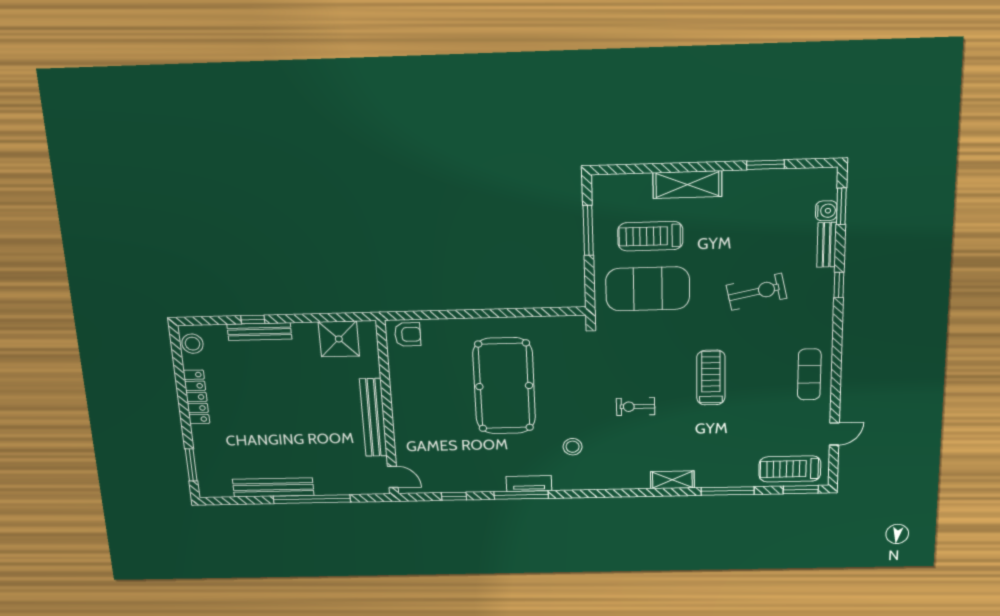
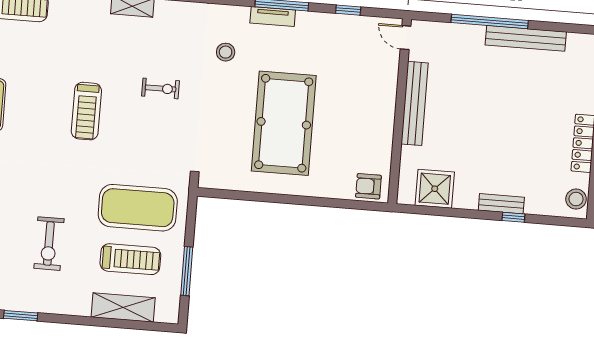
shelving: (687, 185) -> (123, 307), moved
exercise bike: (756, 292) -> (49, 244), moved, turned -78
bench: (259, 332) -> (501, 204), width x0.73

